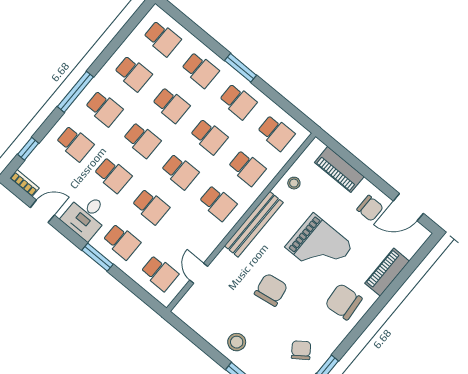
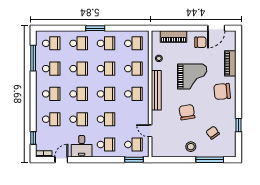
window: (75, 92) -> (33, 58), moved
window: (98, 257) -> (134, 160), moved
chair: (301, 350) -> (213, 133), moved

